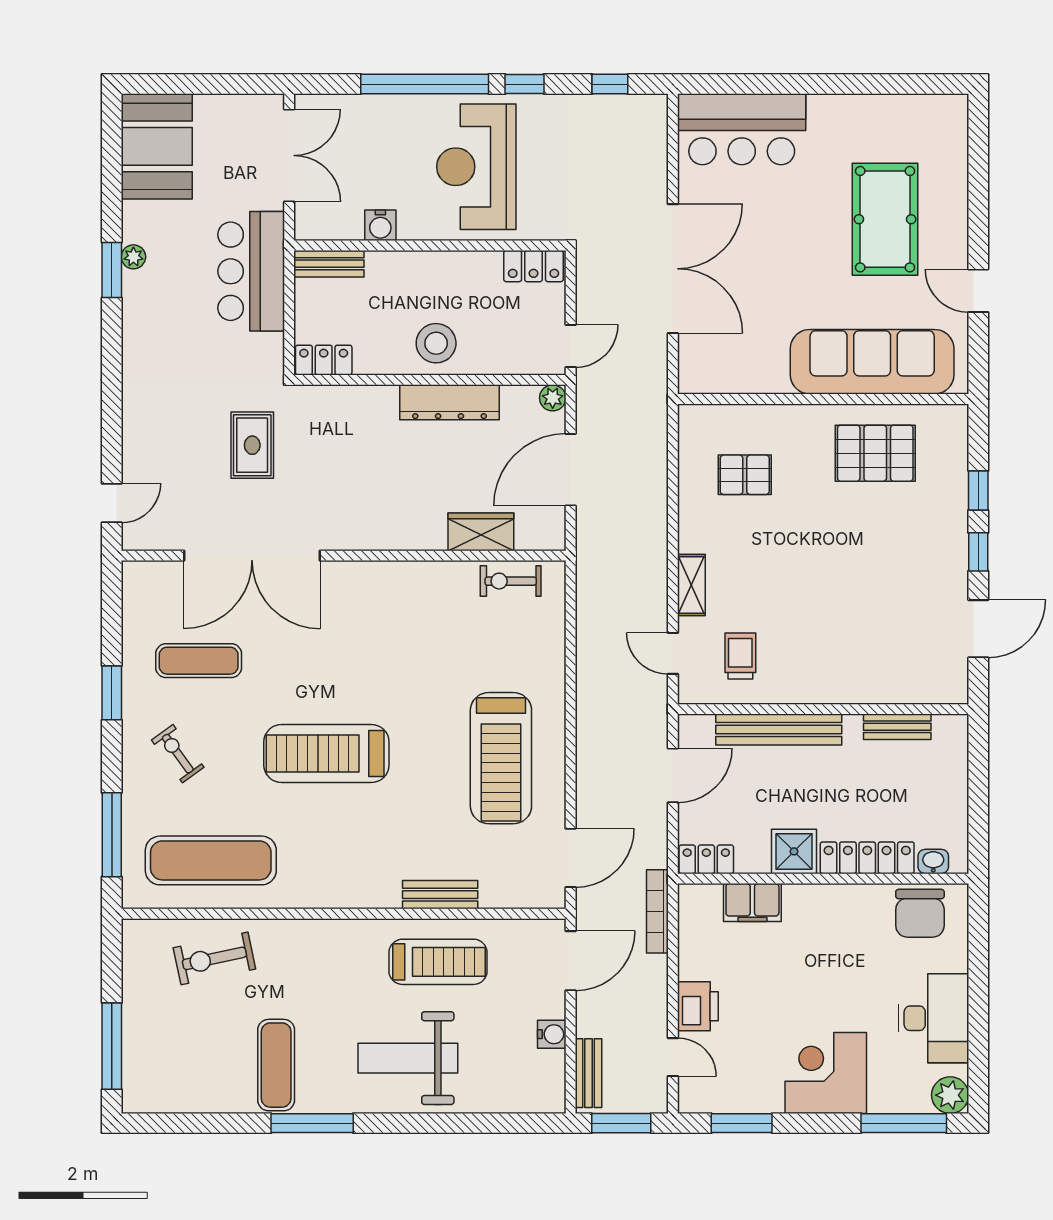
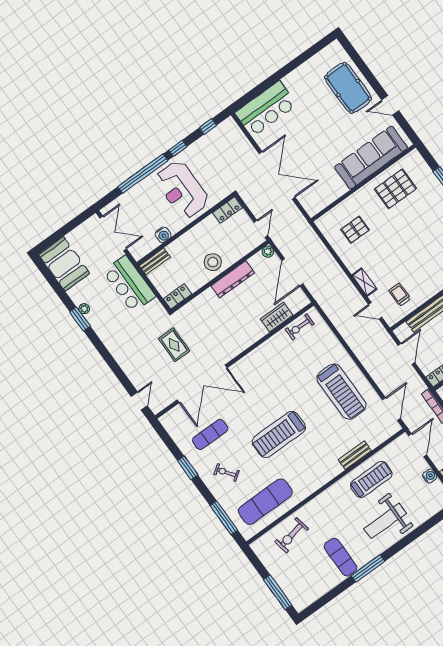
pool table: (885, 219) -> (348, 88), moved

